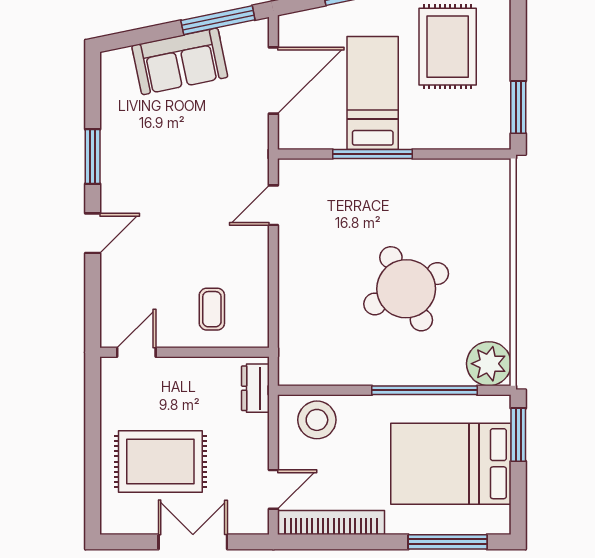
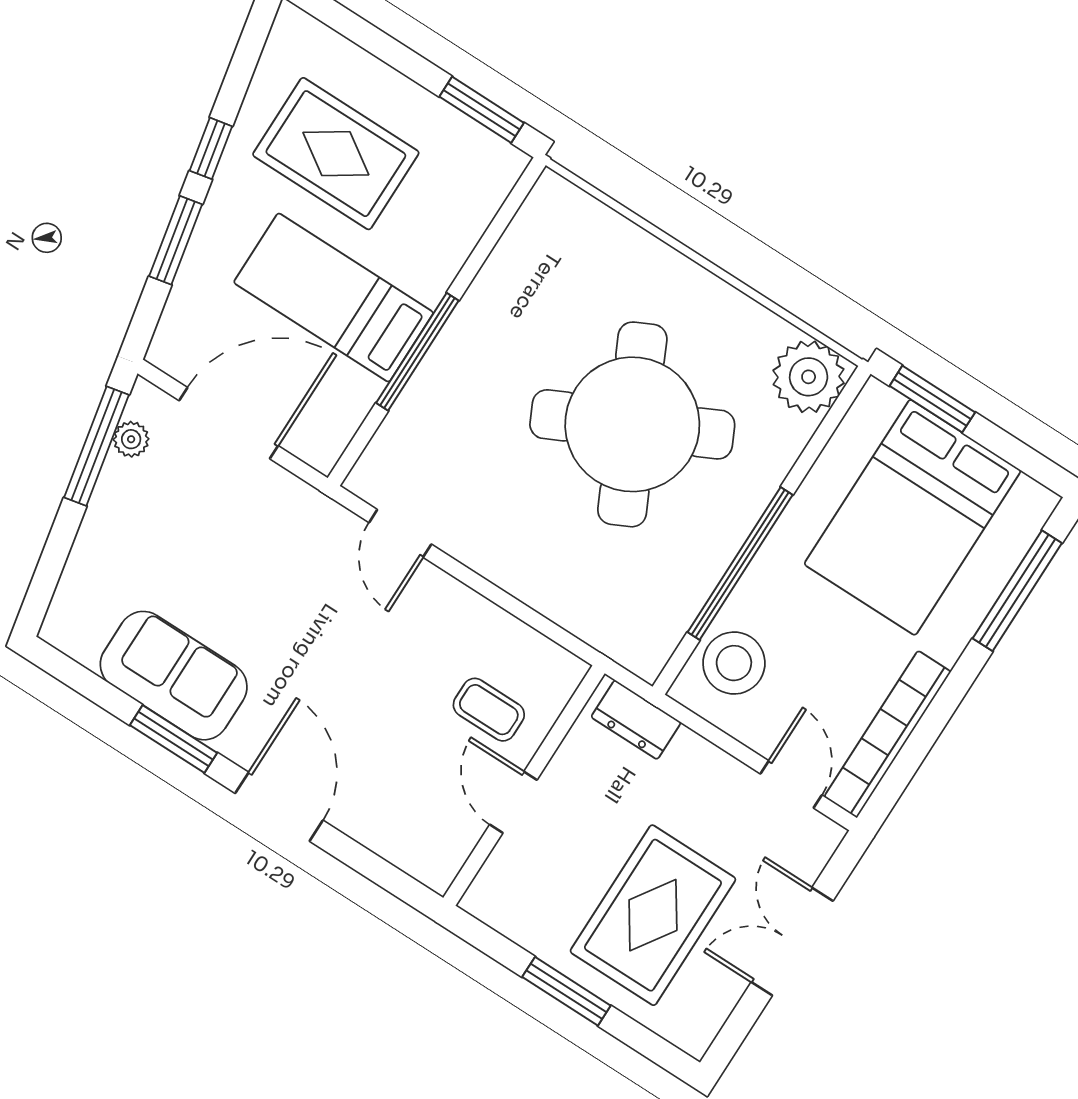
plant: (233, 36) -> (131, 439), added
sofa: (180, 61) -> (174, 676), moved, turned -78
door: (273, 81) -> (229, 423), hinge flipped
door: (93, 233) -> (279, 807), width x1.37
round table: (406, 289) -> (632, 424), width x1.36, depth x1.36
door: (136, 352) -> (513, 802), moved
window: (424, 390) -> (740, 563), moved
window: (93, 442) -> (566, 991), added

